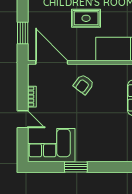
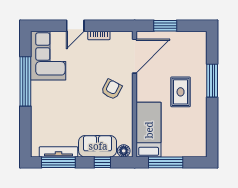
armchair: (84, 84) -> (112, 89), turned 81
window: (76, 167) -> (25, 81), width x2.11

